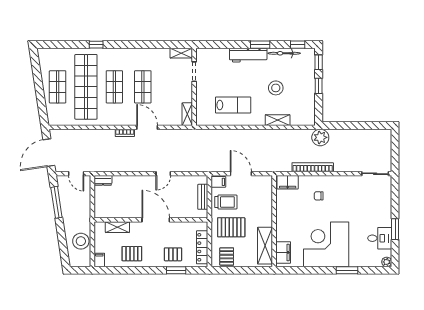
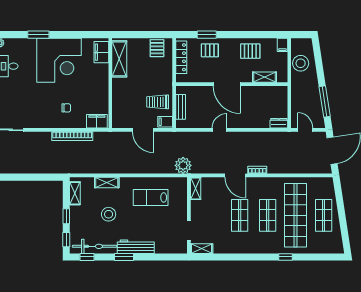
bicycle: (284, 53) -> (94, 246), width x1.37, depth x1.40
shelving: (310, 109) -> (75, 193), added
plant: (320, 137) -> (183, 165), moved
pallet: (231, 227) -> (152, 77), removed

